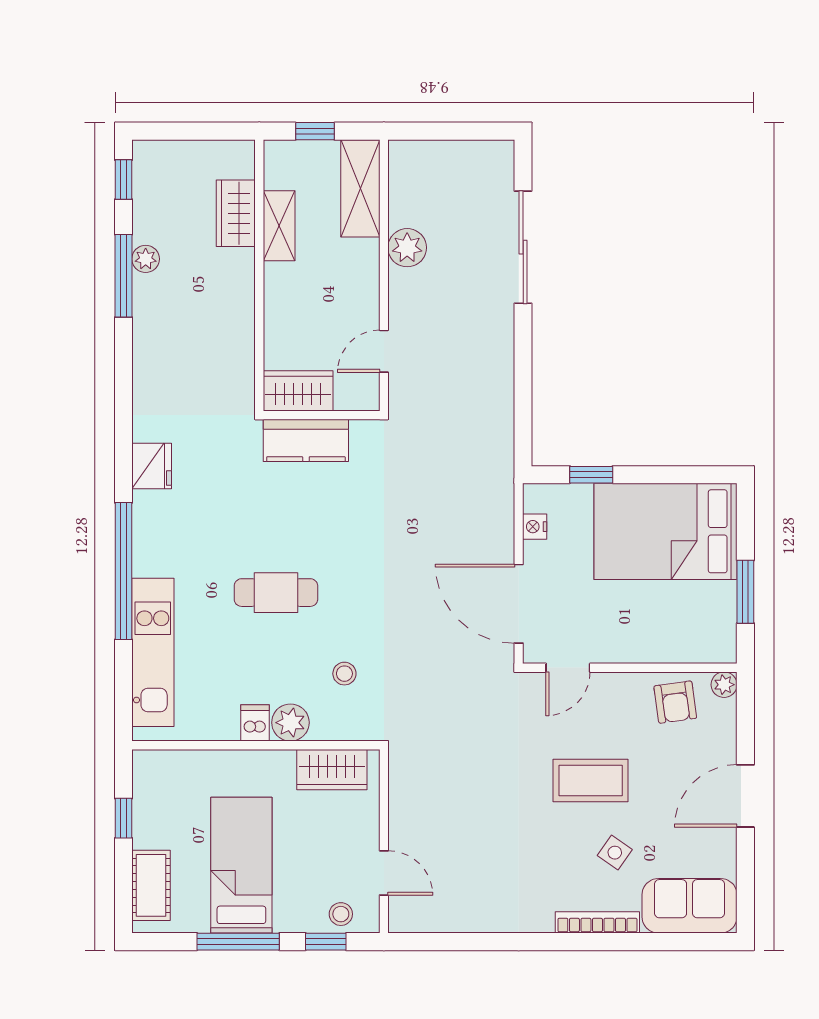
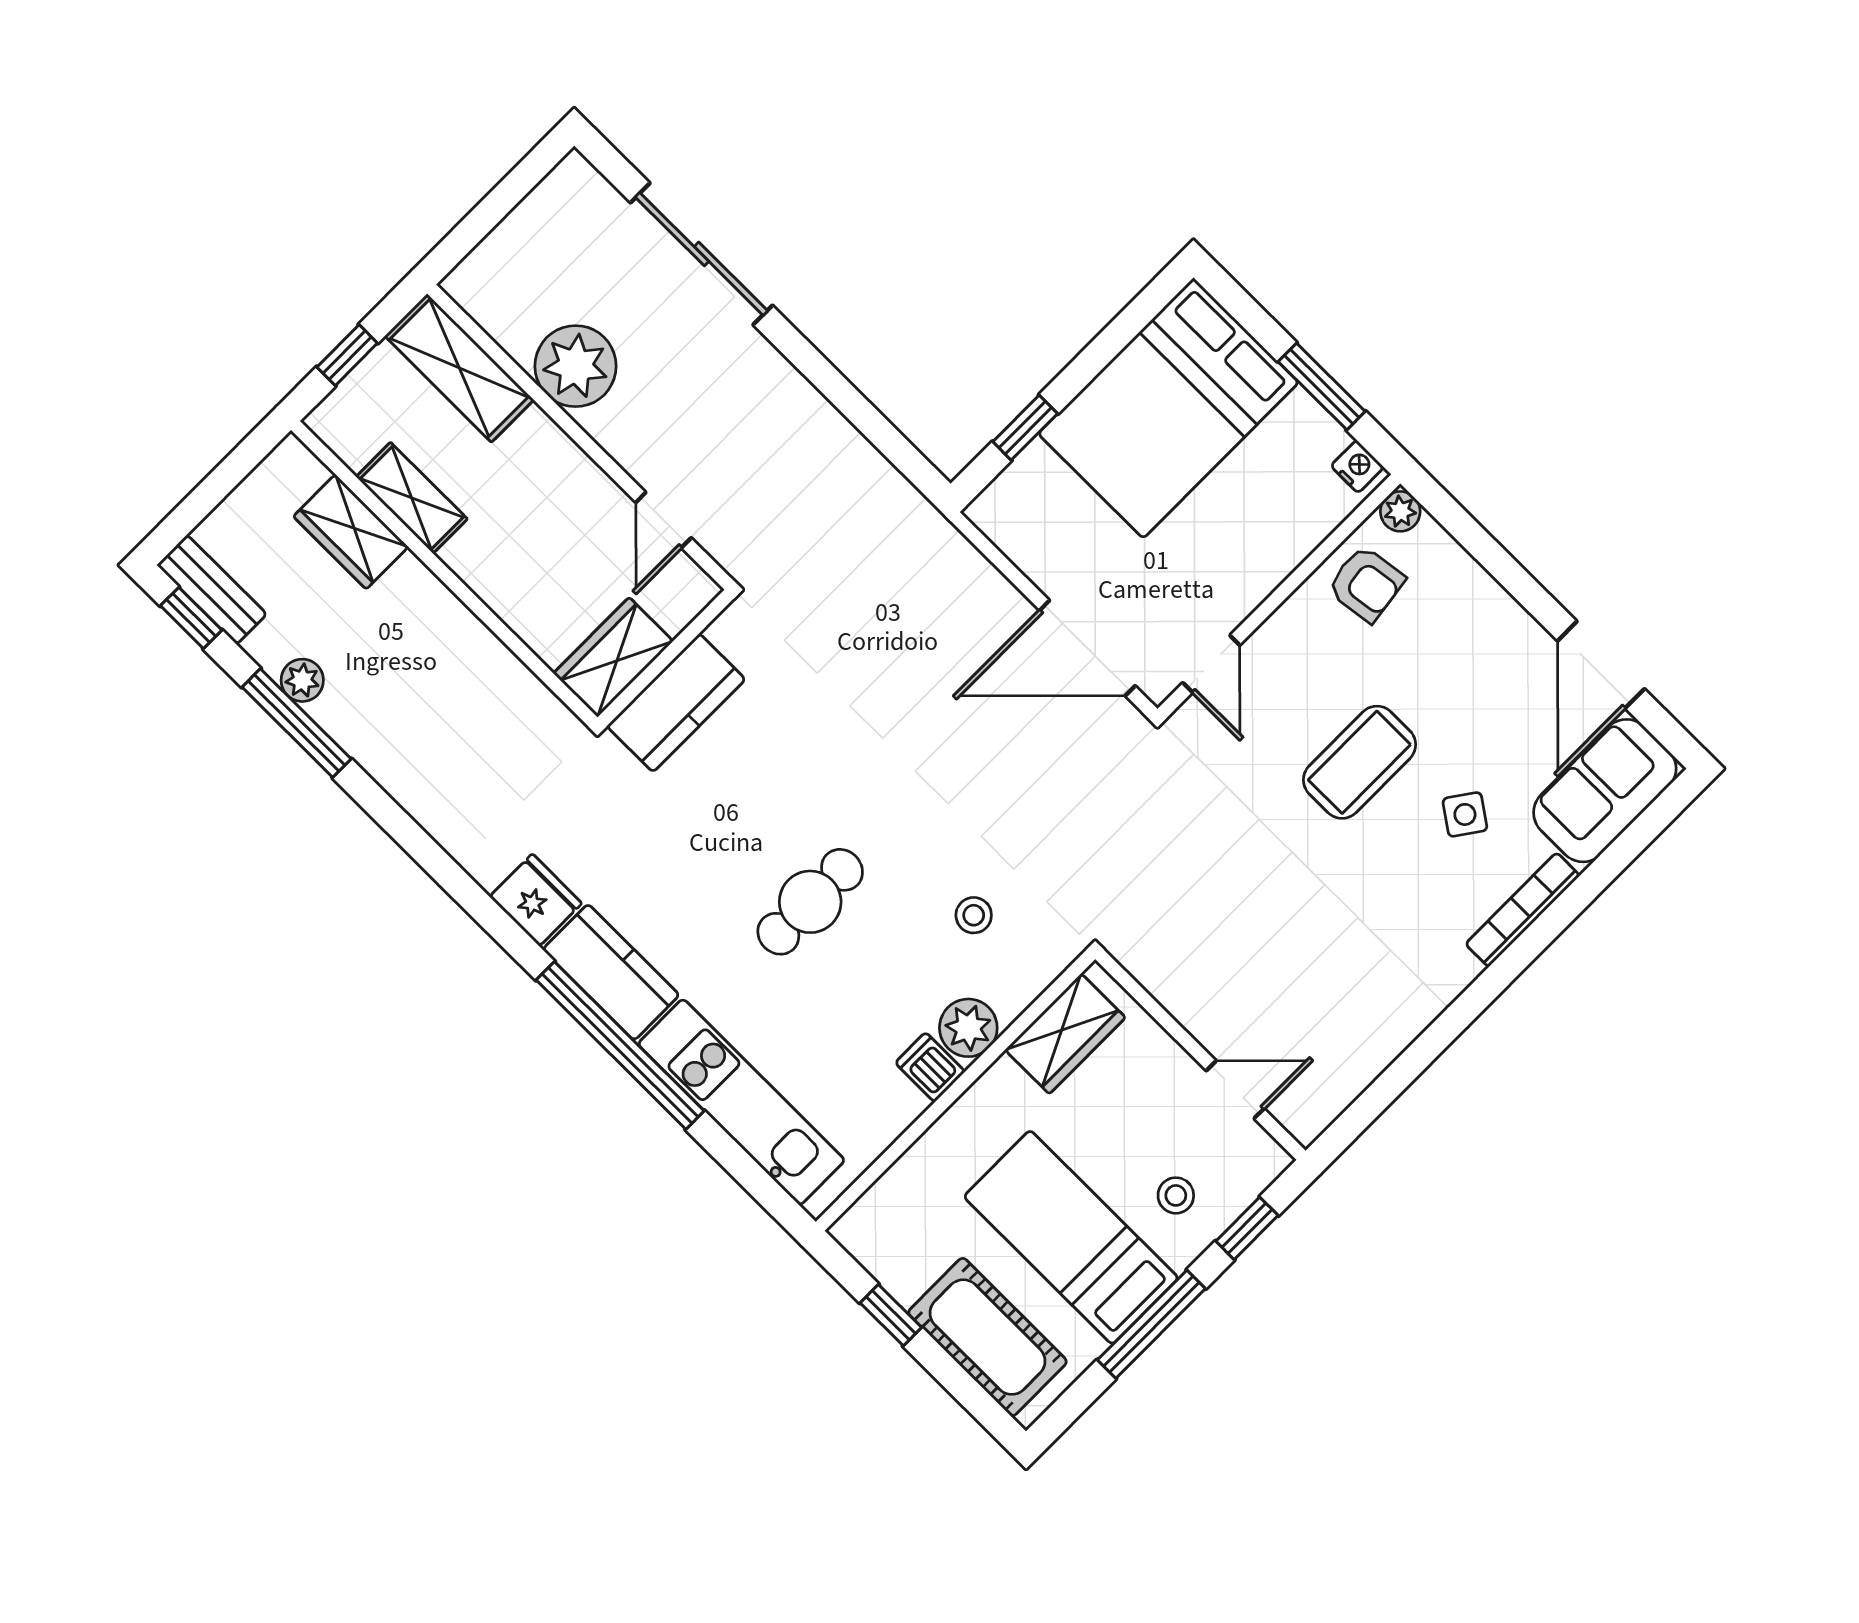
bench: (146, 176) -> (212, 590), added
plant: (407, 248) -> (576, 366), width x1.36, depth x1.36
nightstand: (535, 527) -> (1357, 467), moved, turned 180
kitchen counter: (153, 534) -> (611, 972), added
door: (745, 796) -> (1601, 665), moved
cot: (151, 885) -> (988, 1337), width x1.37, depth x1.34
stool: (341, 914) -> (1176, 1195), moved

